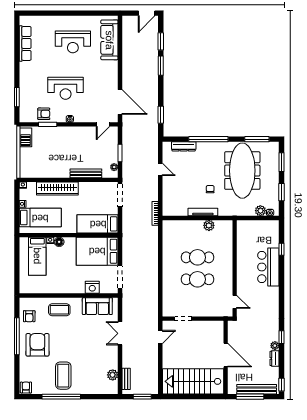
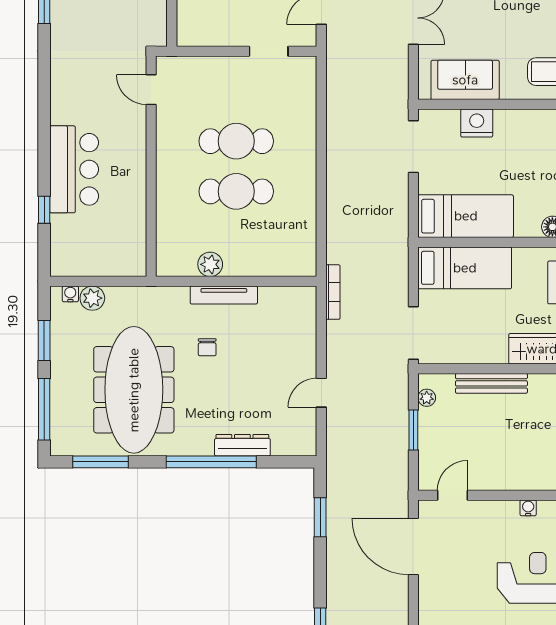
dresser: (184, 146) -> (242, 445), moved
window: (282, 162) -> (44, 409), width x1.44
door: (160, 169) -> (321, 393), hinge flipped
bed: (97, 251) -> (466, 216), width x0.67

